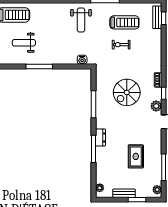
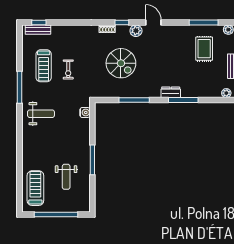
treadmill: (124, 22) -> (44, 66), turned 180
rug: (136, 156) -> (204, 49), moved, turned 90

